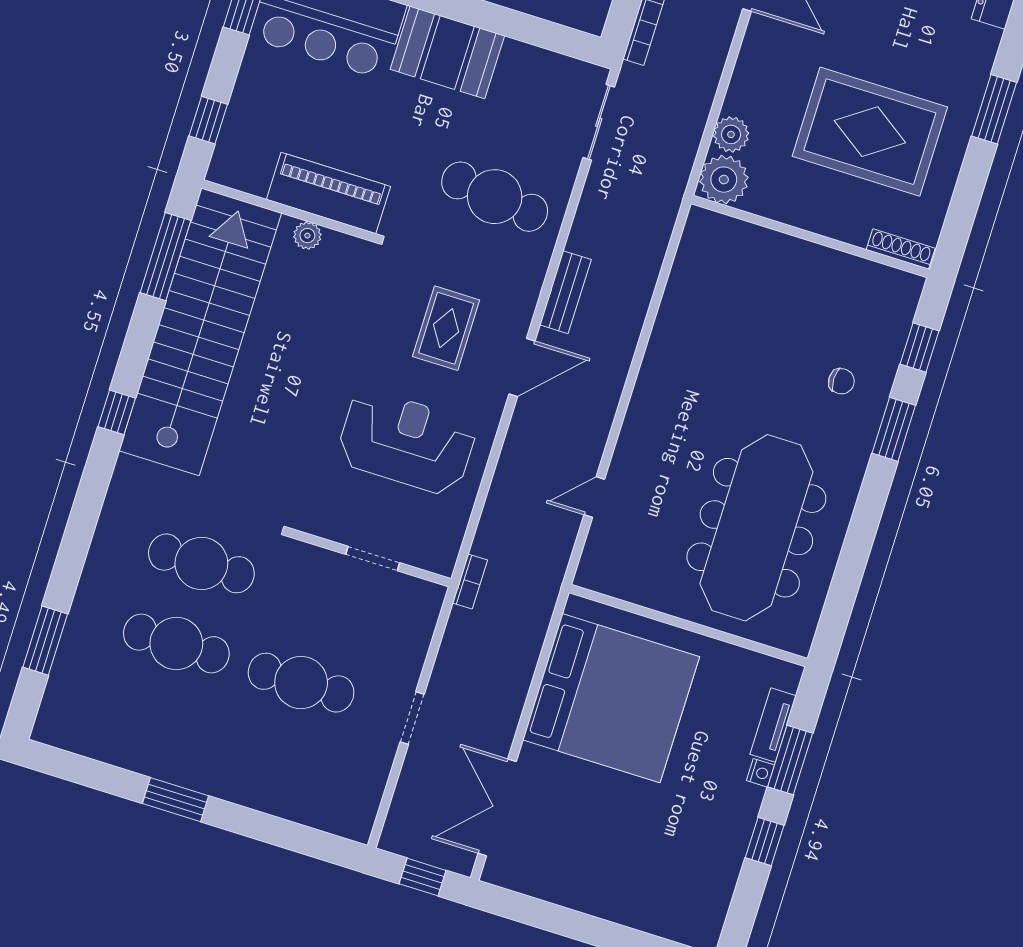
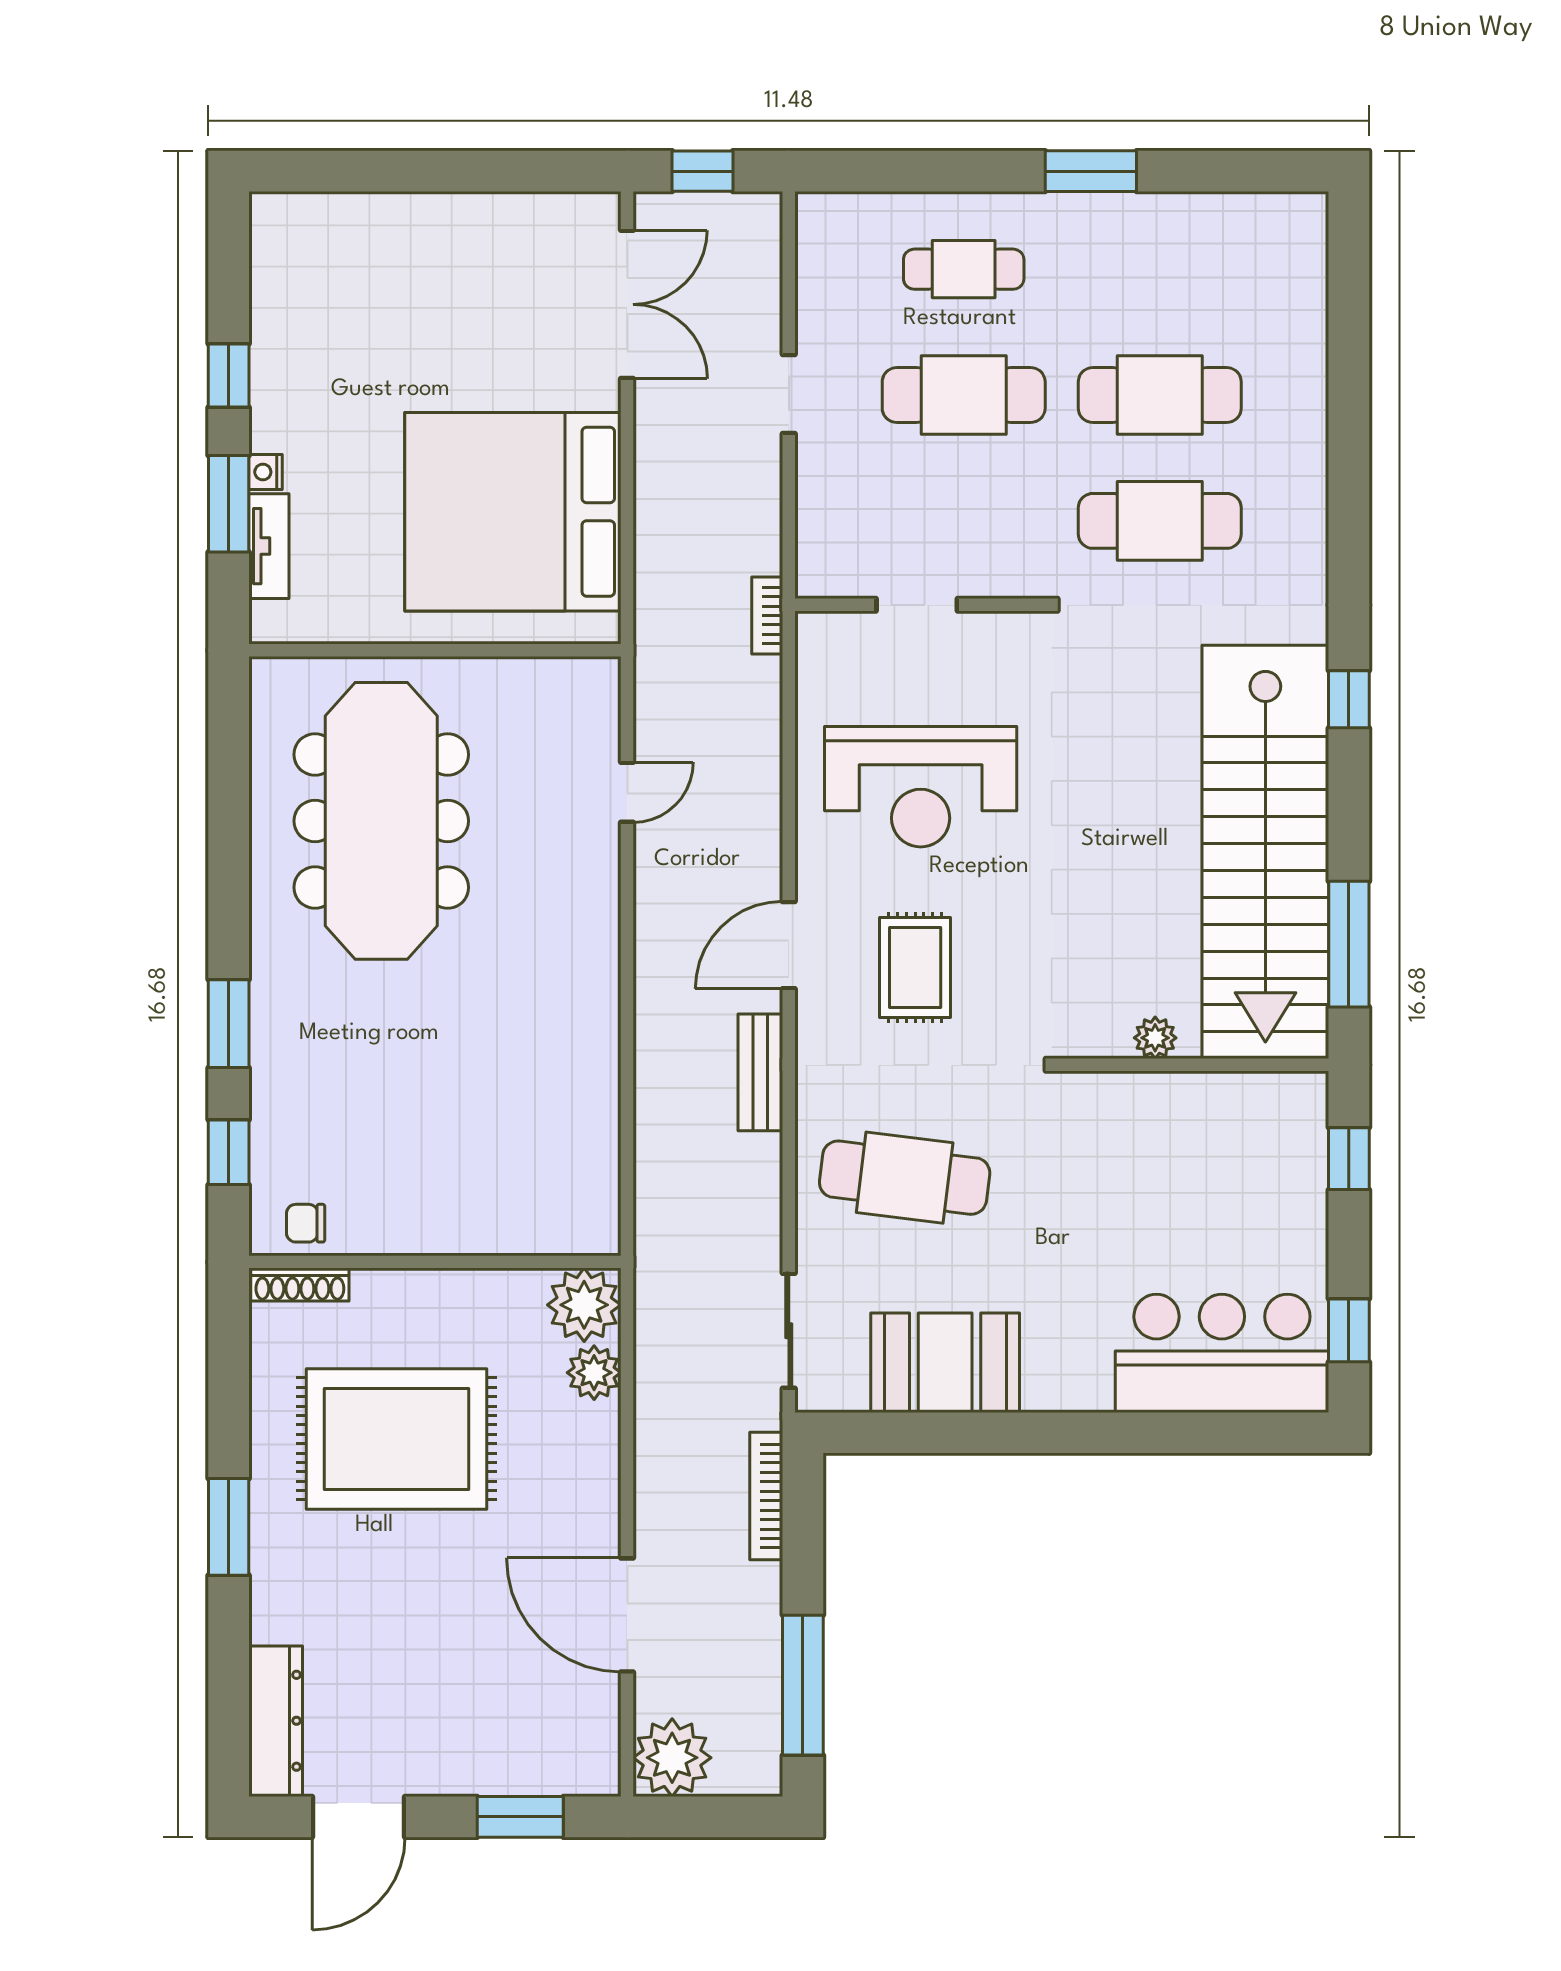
booth: (447, 52) -> (945, 1363), moved
piano: (328, 193) -> (1144, 1108), removed
chair: (841, 381) -> (306, 1223), moved
window: (45, 641) -> (1349, 340), removed
cafe table: (276, 763) -> (964, 269), added

